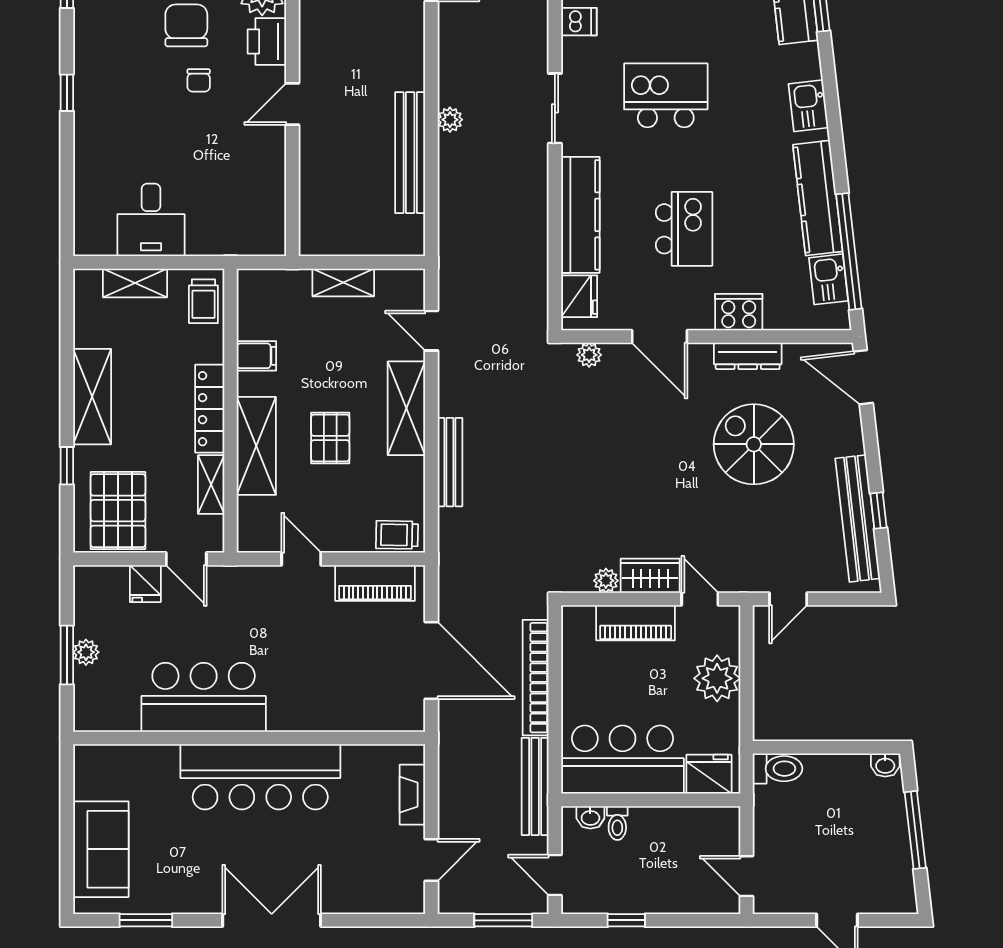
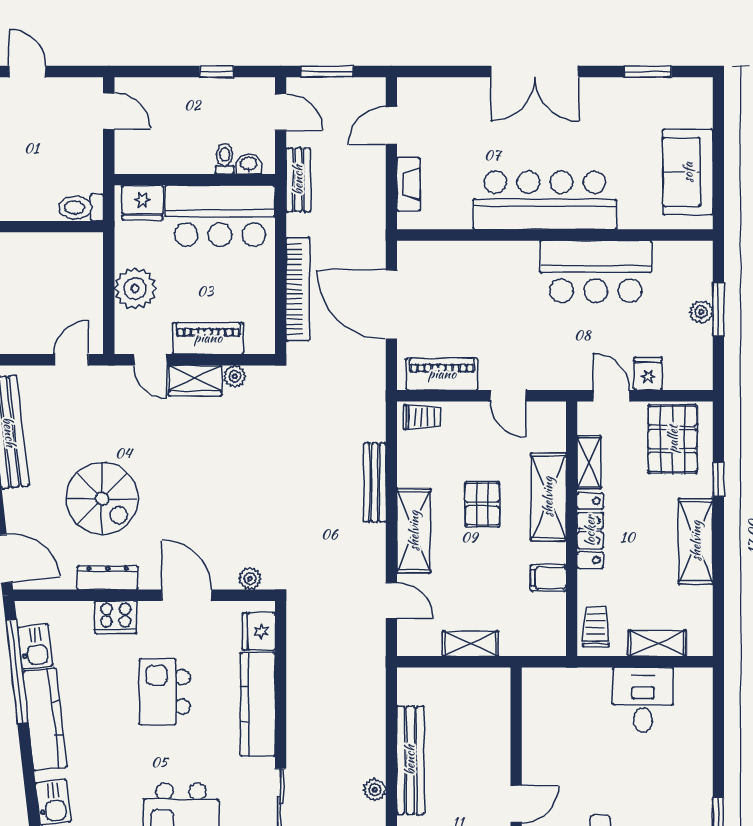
bench: (535, 786) -> (298, 180), width x0.73
sofa: (101, 849) -> (688, 172), moved

